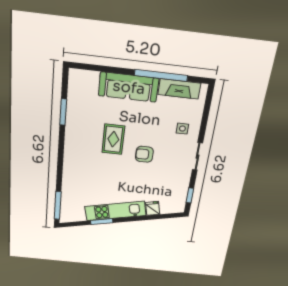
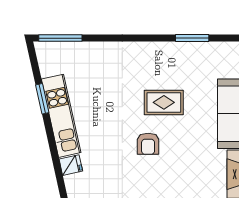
side table: (182, 129) -> (188, 186), removed
armchair: (144, 154) -> (148, 144), turned 180

